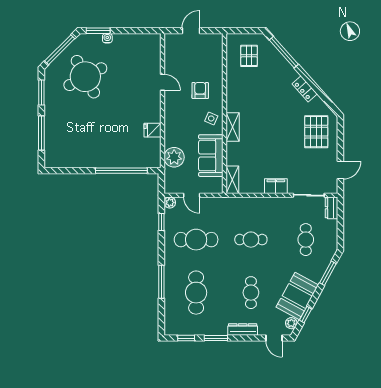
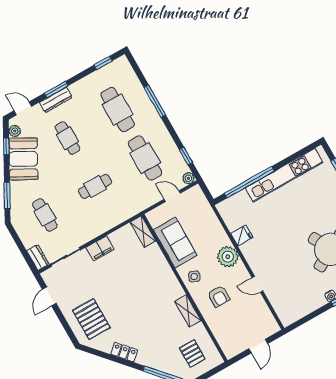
shelving: (233, 127) -> (188, 311), moved
plant: (174, 157) -> (228, 257), moved
kitchen unit: (89, 160) -> (284, 175), added
cafe table: (196, 240) -> (145, 158), turned 90
window: (216, 338) -> (56, 89), moved

